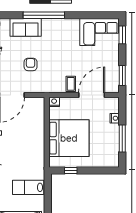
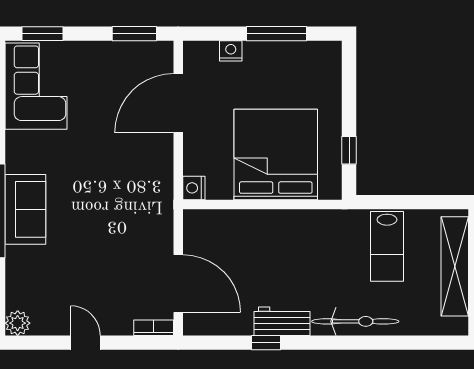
sofa: (26, 27) -> (25, 209), moved
armchair: (31, 64) -> (109, 241), removed
coffee table: (71, 84) -> (153, 150), removed
door: (92, 95) -> (178, 103), hinge flipped

